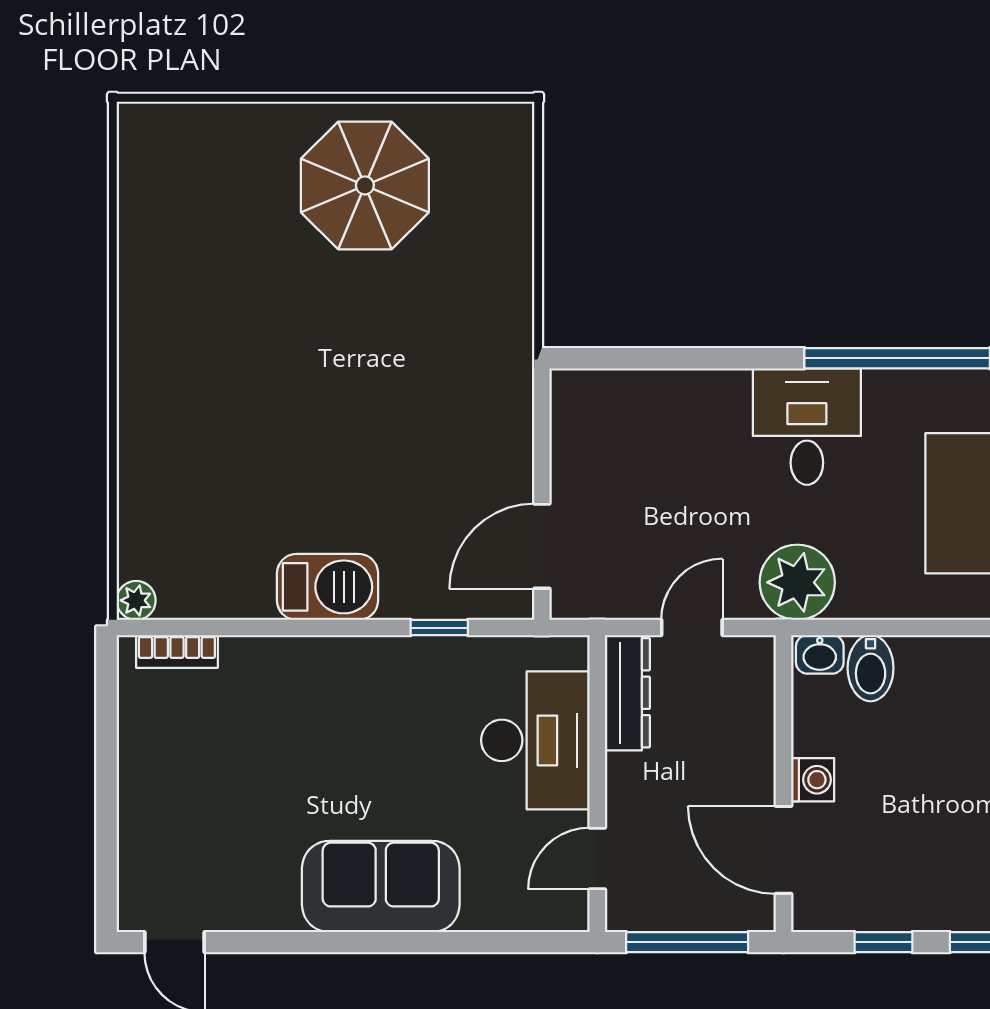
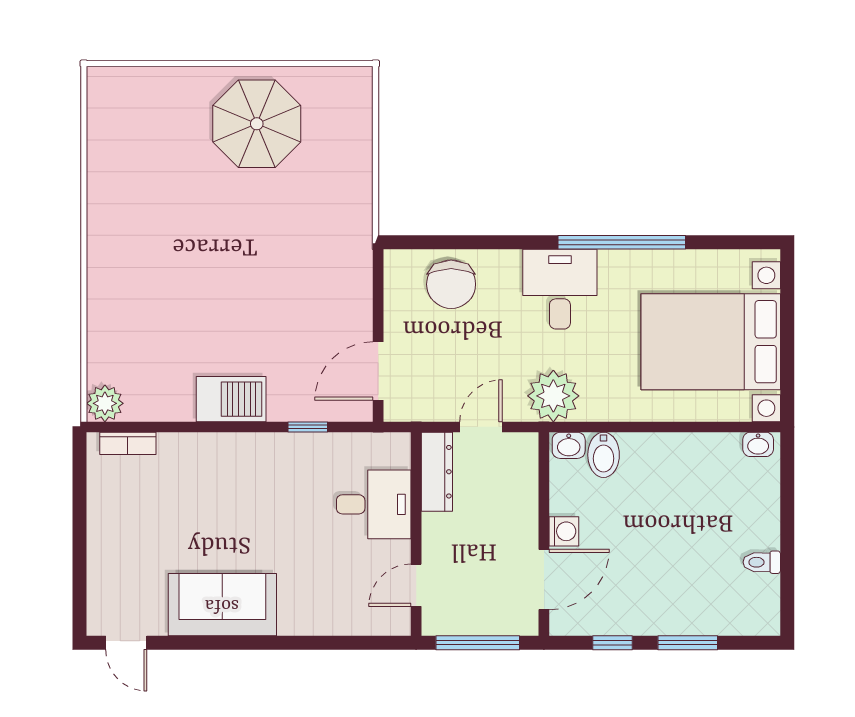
chair: (648, 419) -> (451, 284), added
plant: (136, 600) -> (105, 403), width x1.38, depth x1.38
desk: (535, 740) -> (374, 504), width x0.73
door: (783, 850) -> (544, 580), swing flipped
sofa: (381, 886) -> (222, 605), moved

